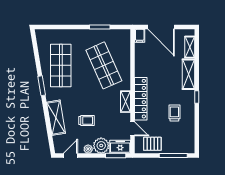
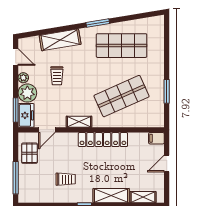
door: (161, 27) -> (167, 163), width x0.53
locker: (141, 99) -> (103, 140), moved

